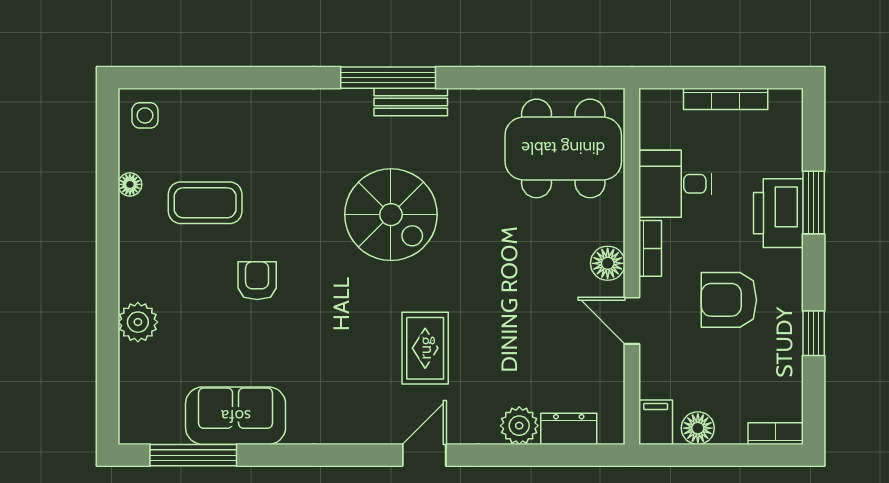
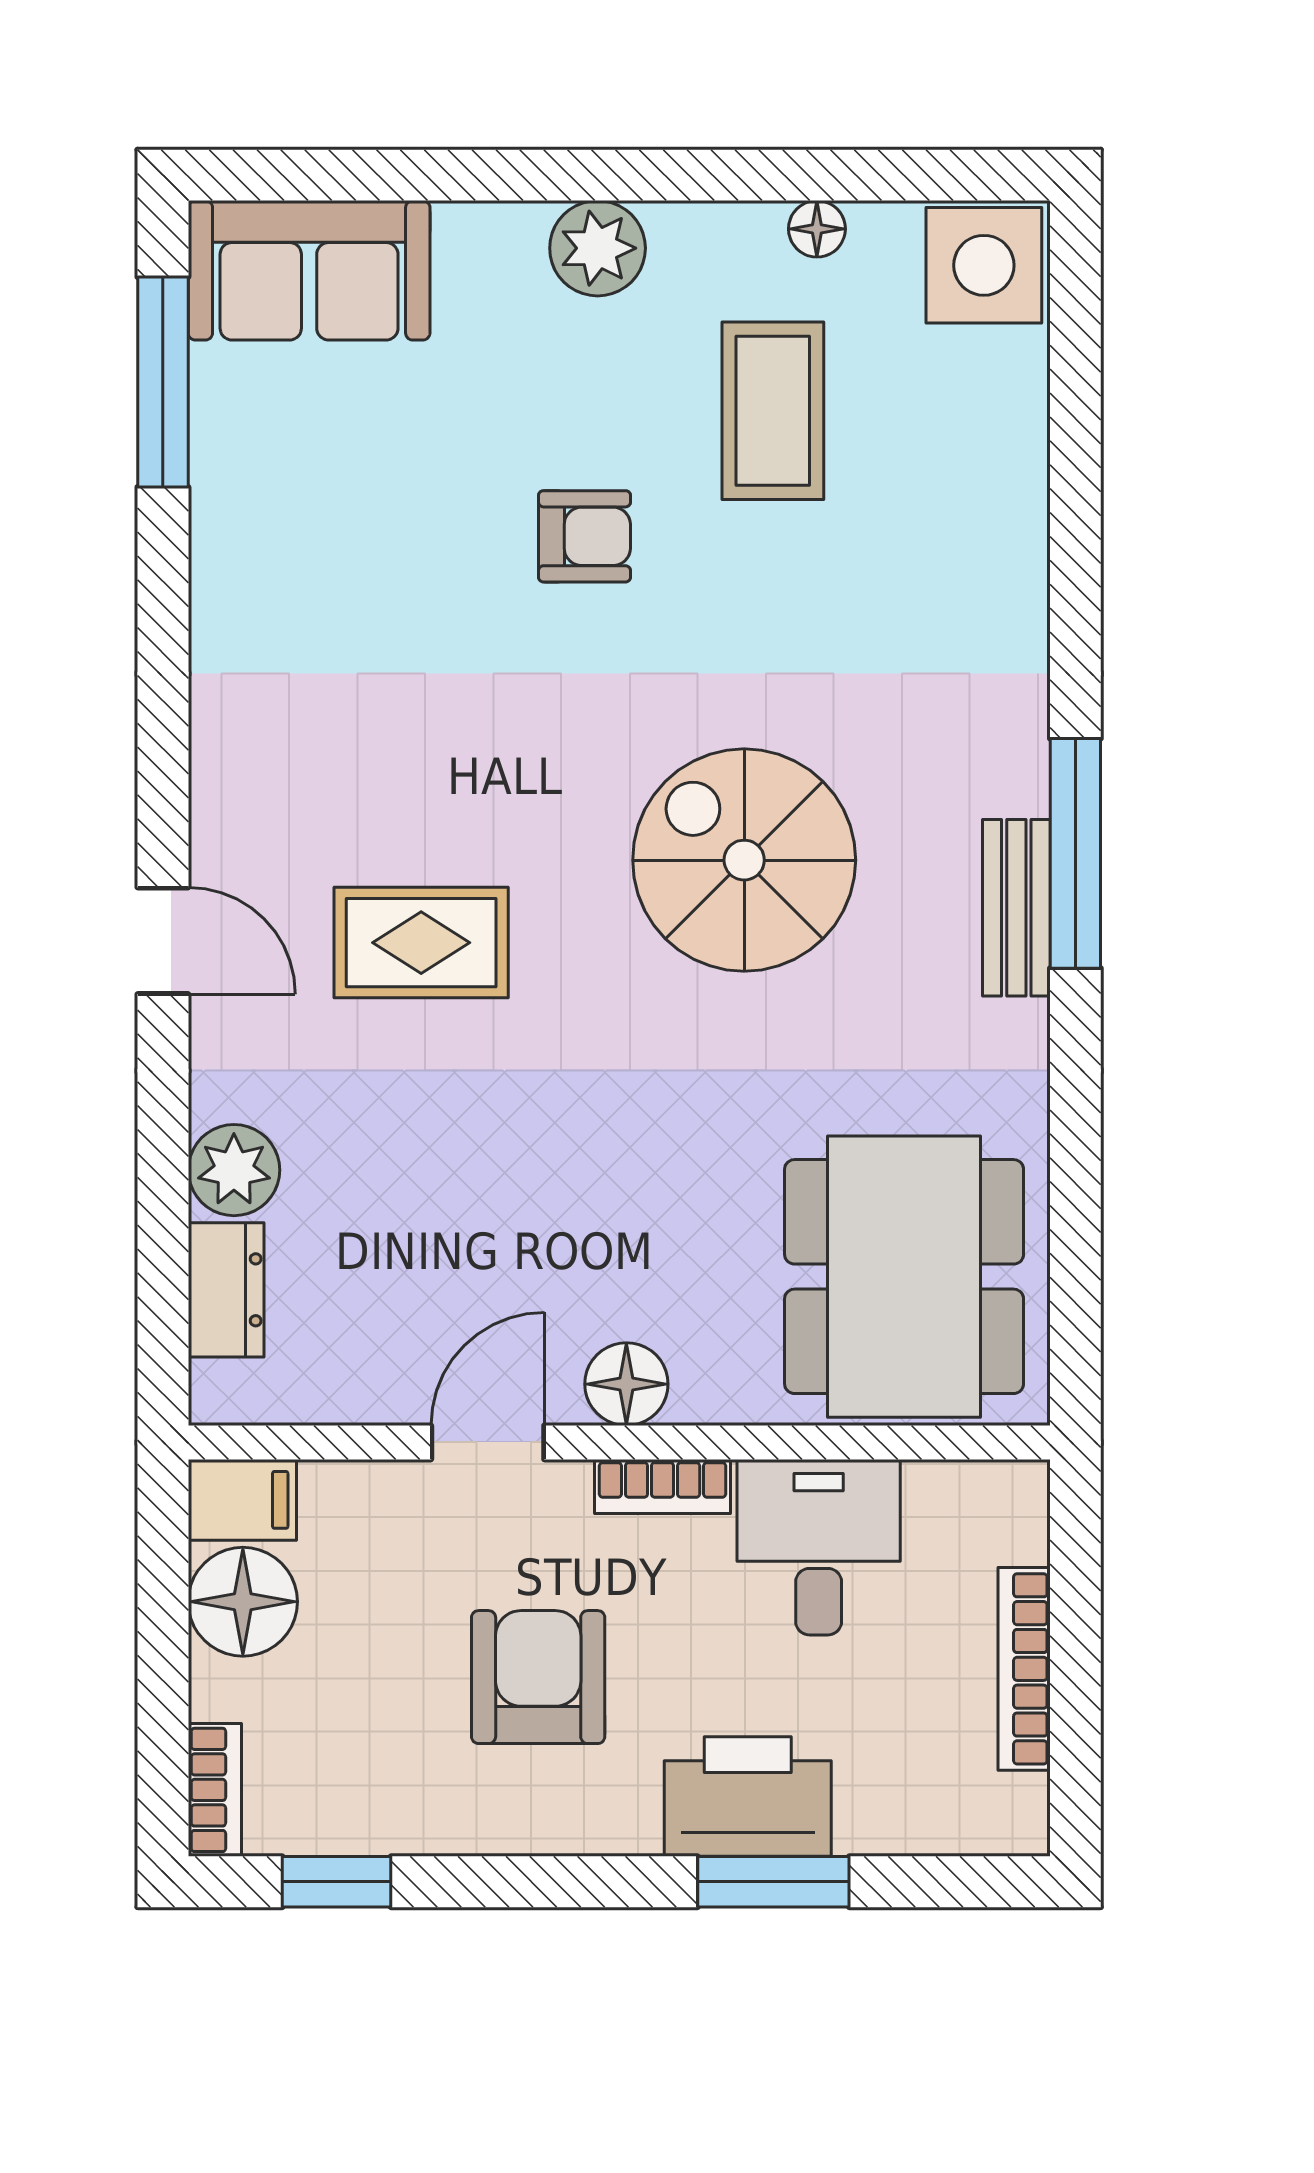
side table: (145, 115) -> (984, 265), width x1.87, depth x1.87
spiral stairs: (391, 215) -> (744, 860), turned 90
plant: (138, 322) -> (598, 248), moved
window: (814, 333) -> (337, 1882), moved
sofa: (236, 416) -> (309, 270), moved, turned 90
floor lamp: (698, 428) -> (243, 1602), width x1.38, depth x1.38

